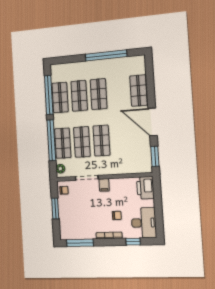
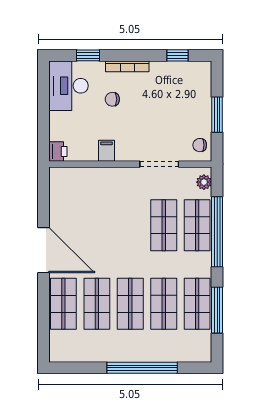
window: (106, 55) -> (142, 368), moved
window: (49, 95) -> (217, 310), width x0.68
shop shelf: (101, 141) -> (97, 304), moved
window: (155, 156) -> (44, 193), removed
filing cabinet: (104, 185) -> (107, 151), moved
printer: (145, 188) -> (58, 152), width x0.53, depth x0.68
window: (80, 243) -> (178, 55), width x0.46

